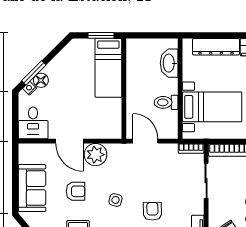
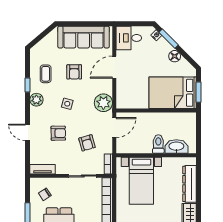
bed: (108, 68) -> (173, 93), width x1.50
floor lamp: (41, 80) -> (175, 56), moved
toilet: (166, 102) -> (158, 144), moved
plant: (96, 155) -> (103, 103), moved
armchair: (165, 175) -> (87, 143), added
sofa: (32, 188) -> (84, 37), width x1.36

